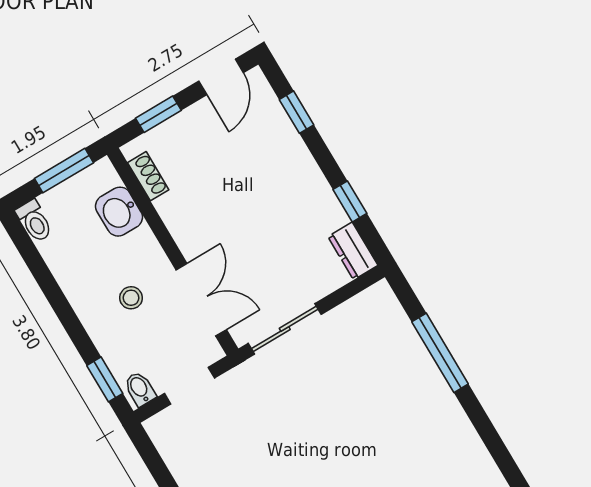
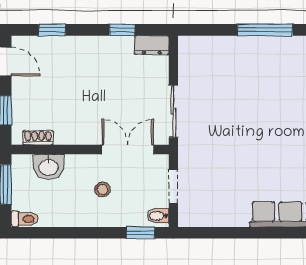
window: (440, 353) -> (265, 30), moved

